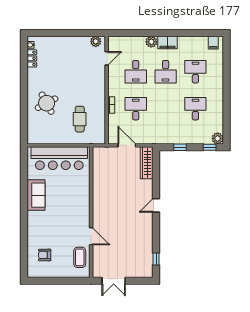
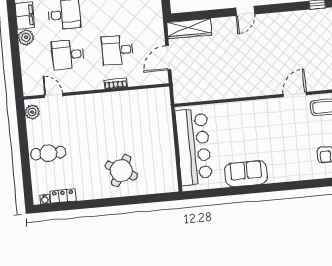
desk: (136, 72) -> (68, 55), turned 180
round table: (47, 103) -> (121, 171), turned -33
cafe table: (80, 119) -> (48, 153), moved
door: (156, 205) -> (245, 11), hinge flipped

